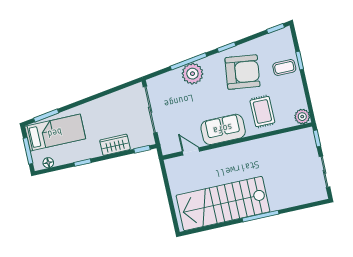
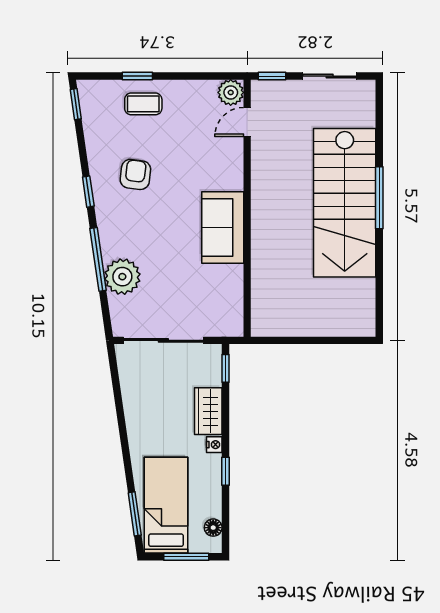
coffee table: (284, 67) -> (143, 104), turned 90
armchair: (242, 72) -> (135, 174), width x0.53, depth x0.53
plant: (192, 74) -> (122, 277), moved
rug: (262, 111) -> (208, 156), removed
door: (191, 151) -> (247, 122), moved
nightstand: (96, 153) -> (214, 445), added
stairs: (223, 204) -> (345, 203), moved

